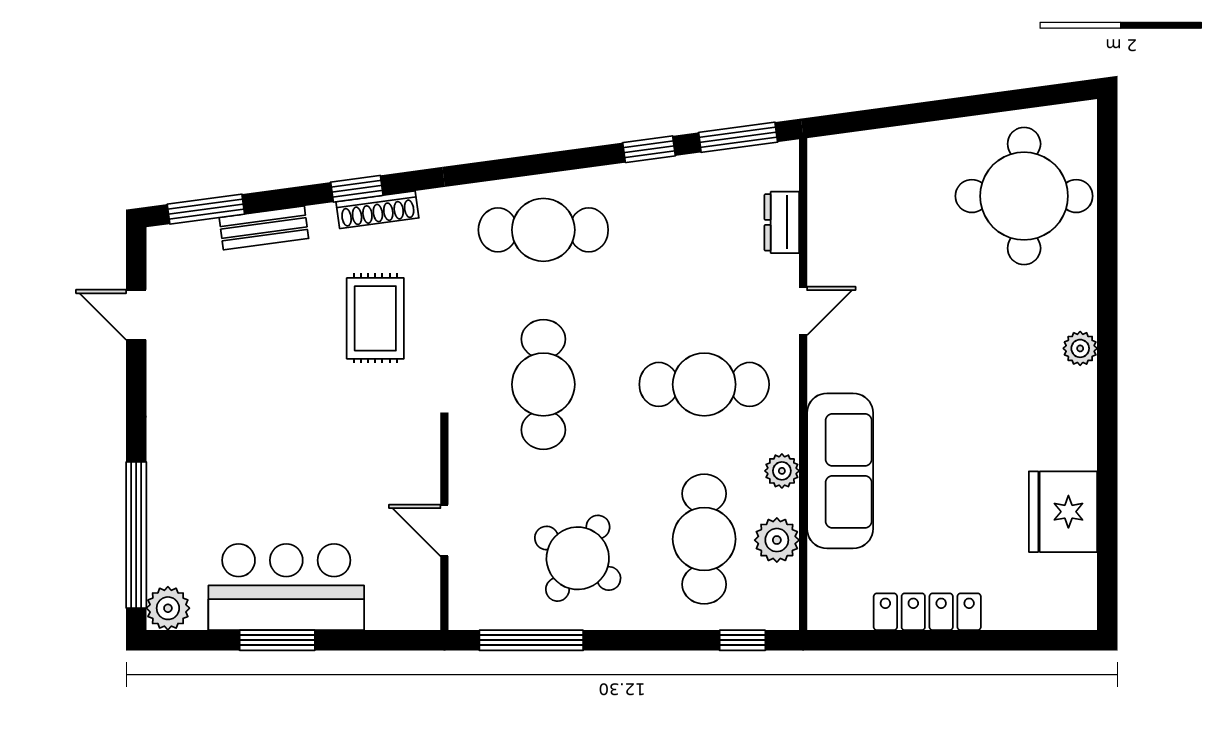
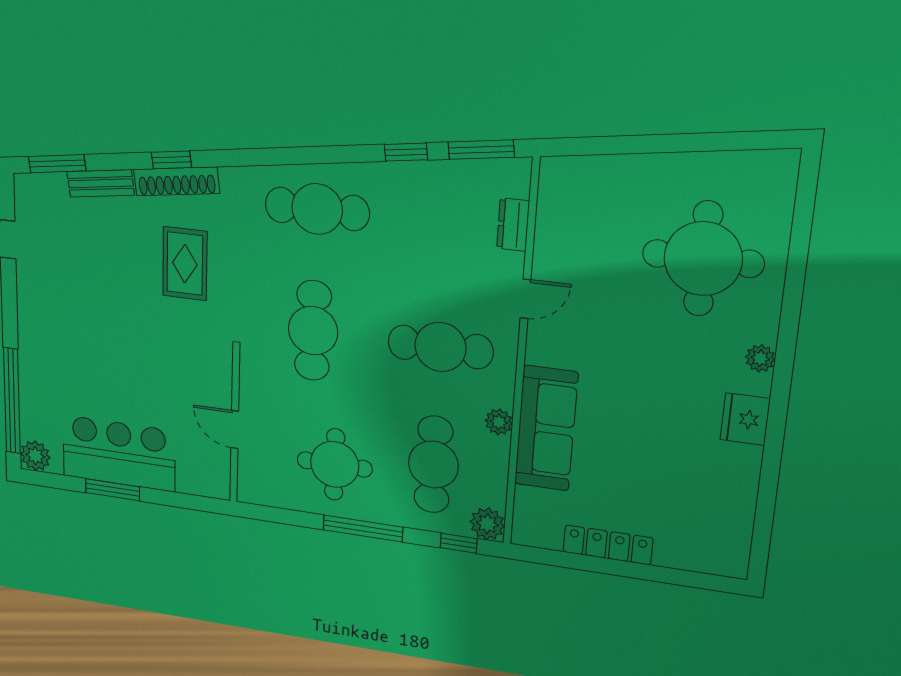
round table: (1024, 196) -> (703, 259), moved
shoe rack: (377, 210) -> (177, 181), width x1.36, depth x1.24
fridge: (1063, 512) -> (745, 419), moved, width x0.73, depth x0.75
plant: (777, 540) -> (487, 524), moved
round table: (578, 558) -> (335, 464), turned -33
window: (531, 640) -> (363, 528), moved

